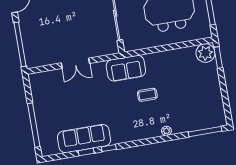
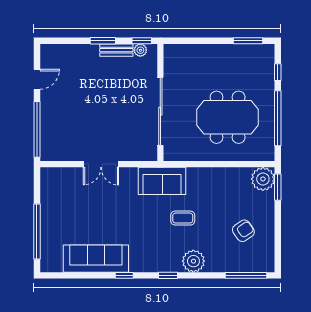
armchair: (197, 97) -> (243, 231), added
plant: (166, 131) -> (193, 261), width x1.87, depth x1.87
window: (86, 152) -> (168, 275), moved

